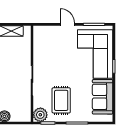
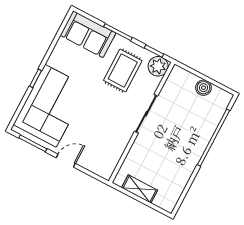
door: (67, 24) -> (66, 161), swing flipped
sofa: (103, 97) -> (88, 34), moved, turned 90

